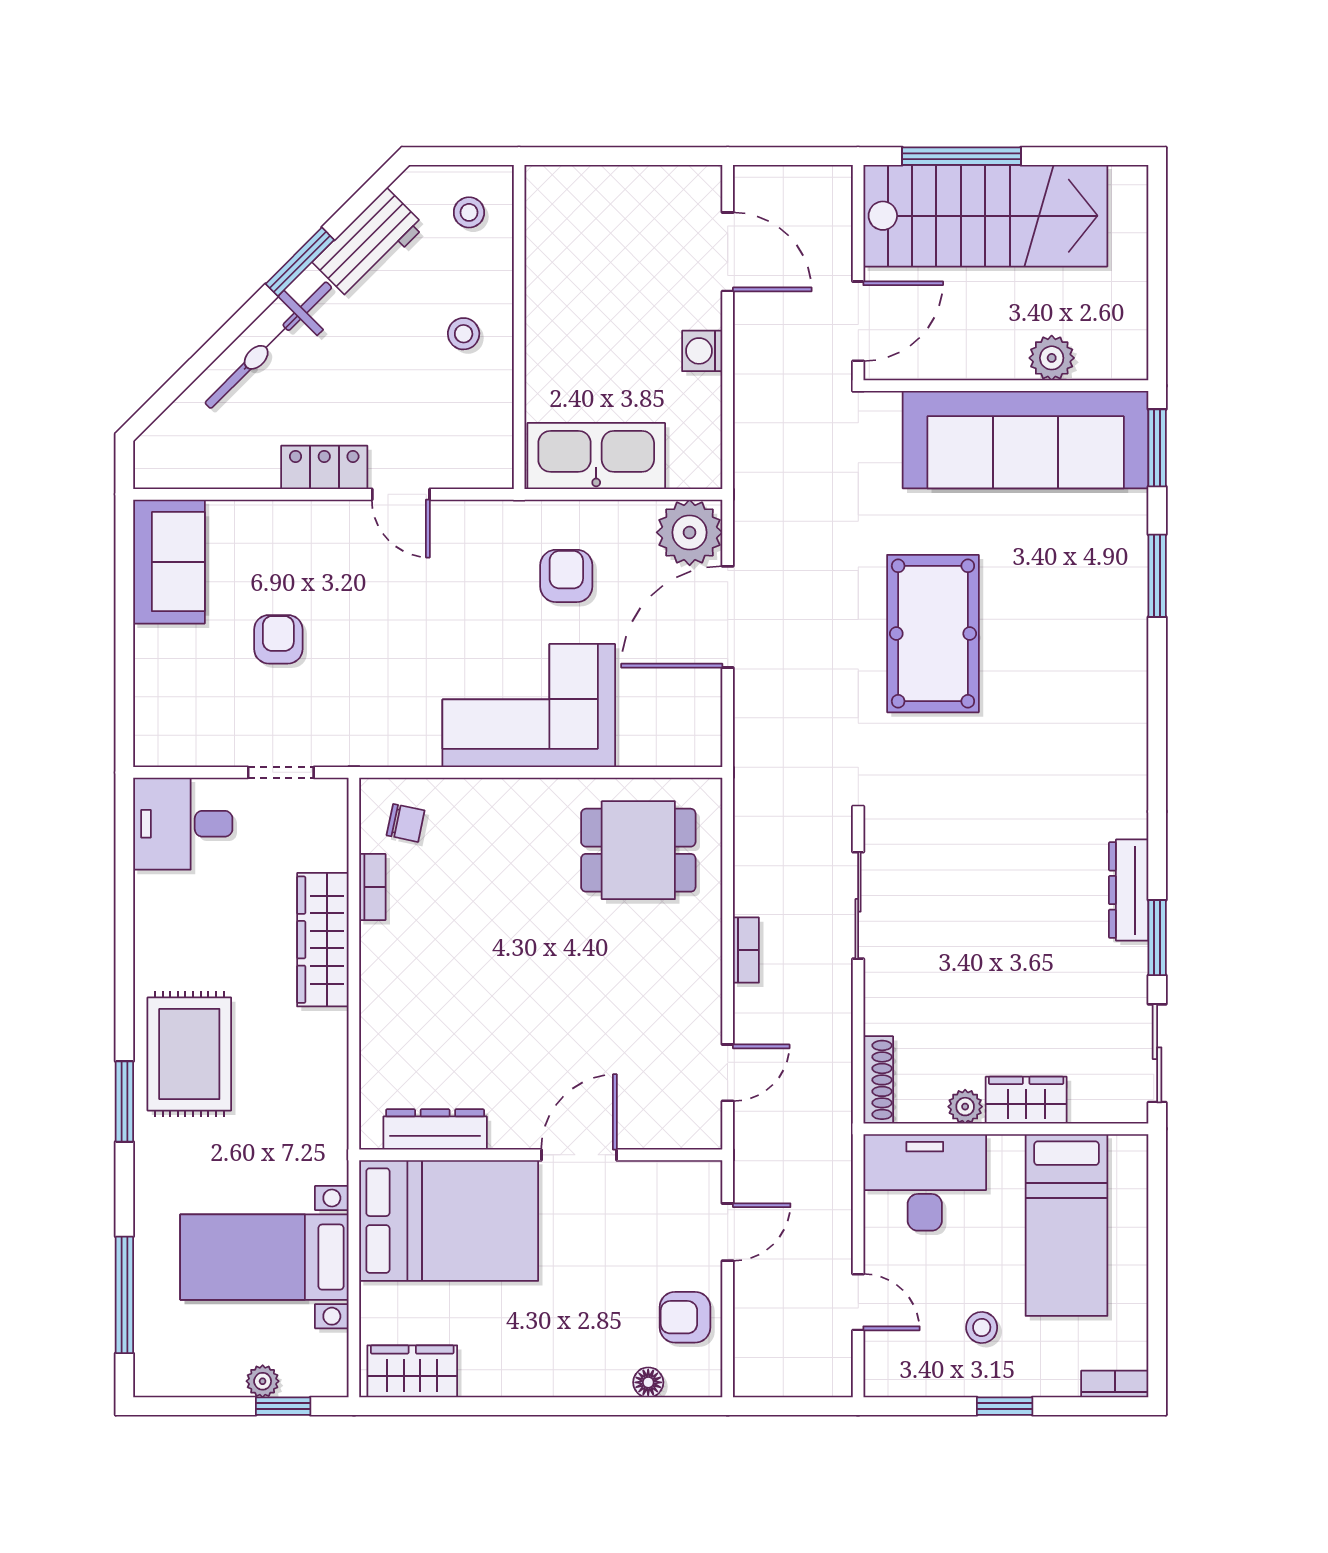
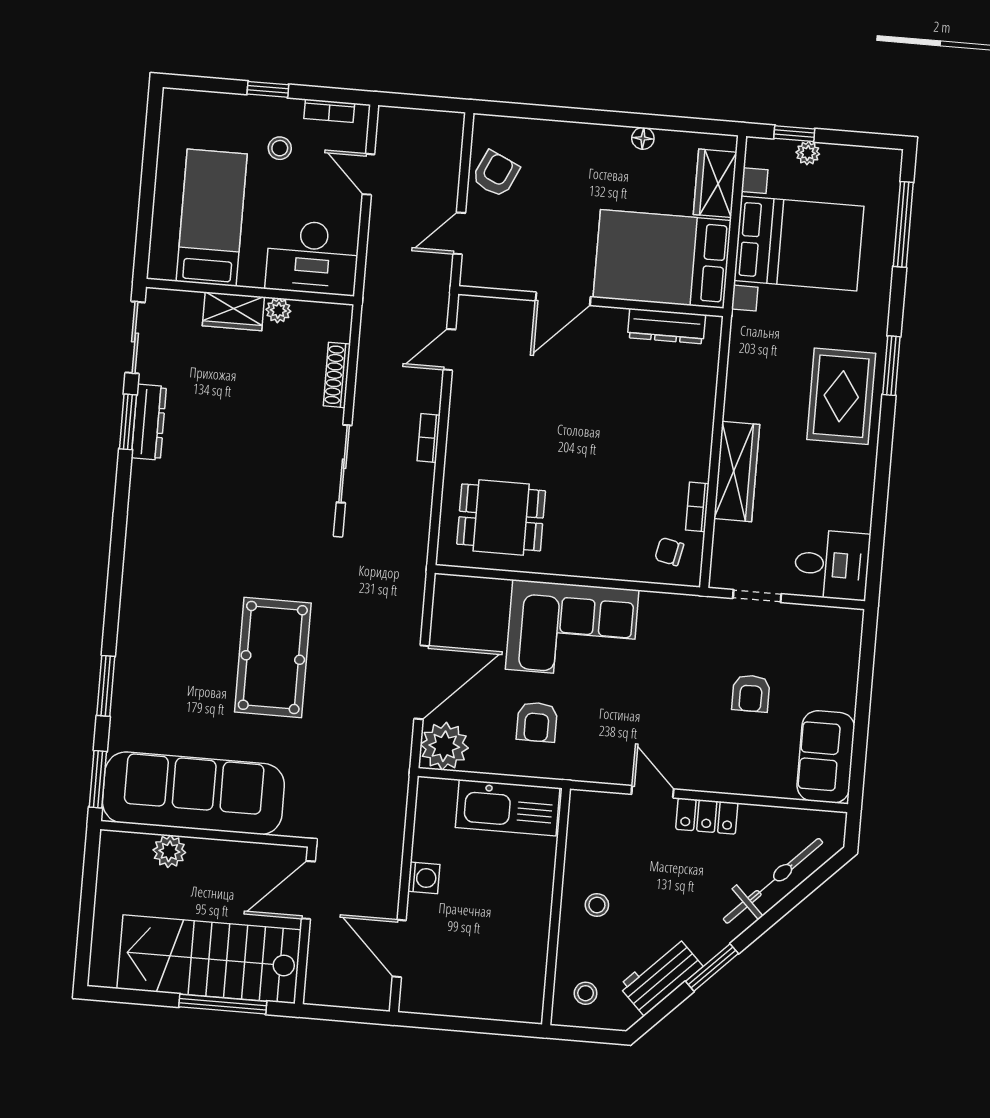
bicycle: (268, 345) -> (773, 881), moved
dresser: (1129, 890) -> (149, 422), moved
shoe rack: (878, 1080) -> (337, 375), moved
bed with nightstands: (264, 1257) -> (799, 243), width x1.36
armchair: (685, 1317) -> (496, 174), turned -65
wardrobe: (412, 1371) -> (715, 183), moved, turned 90
floor lamp: (648, 1382) -> (643, 138), moved
bookcase: (1115, 1384) -> (329, 111), moved

